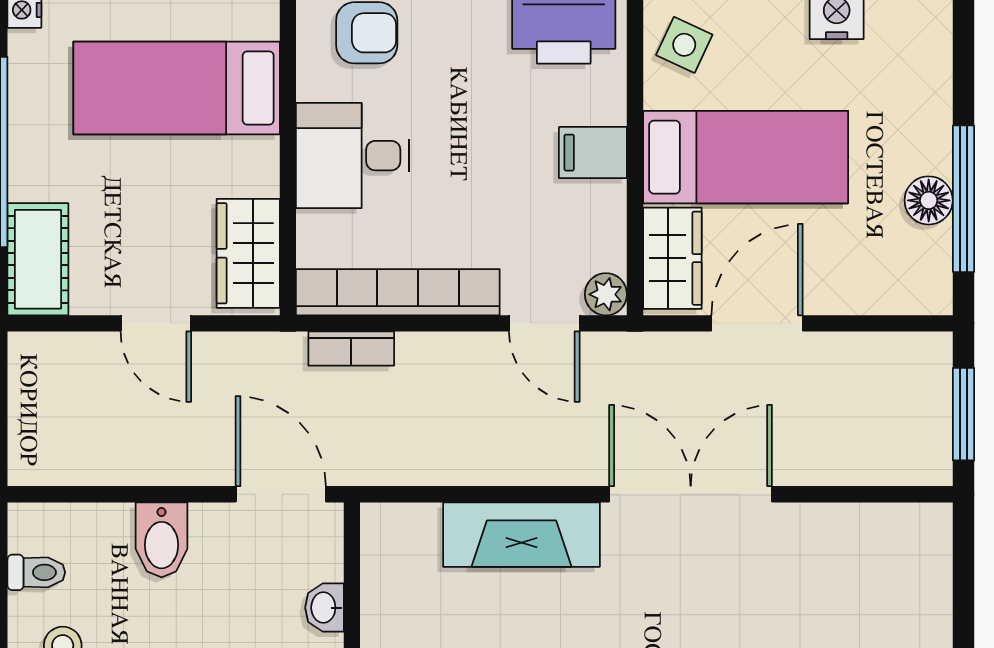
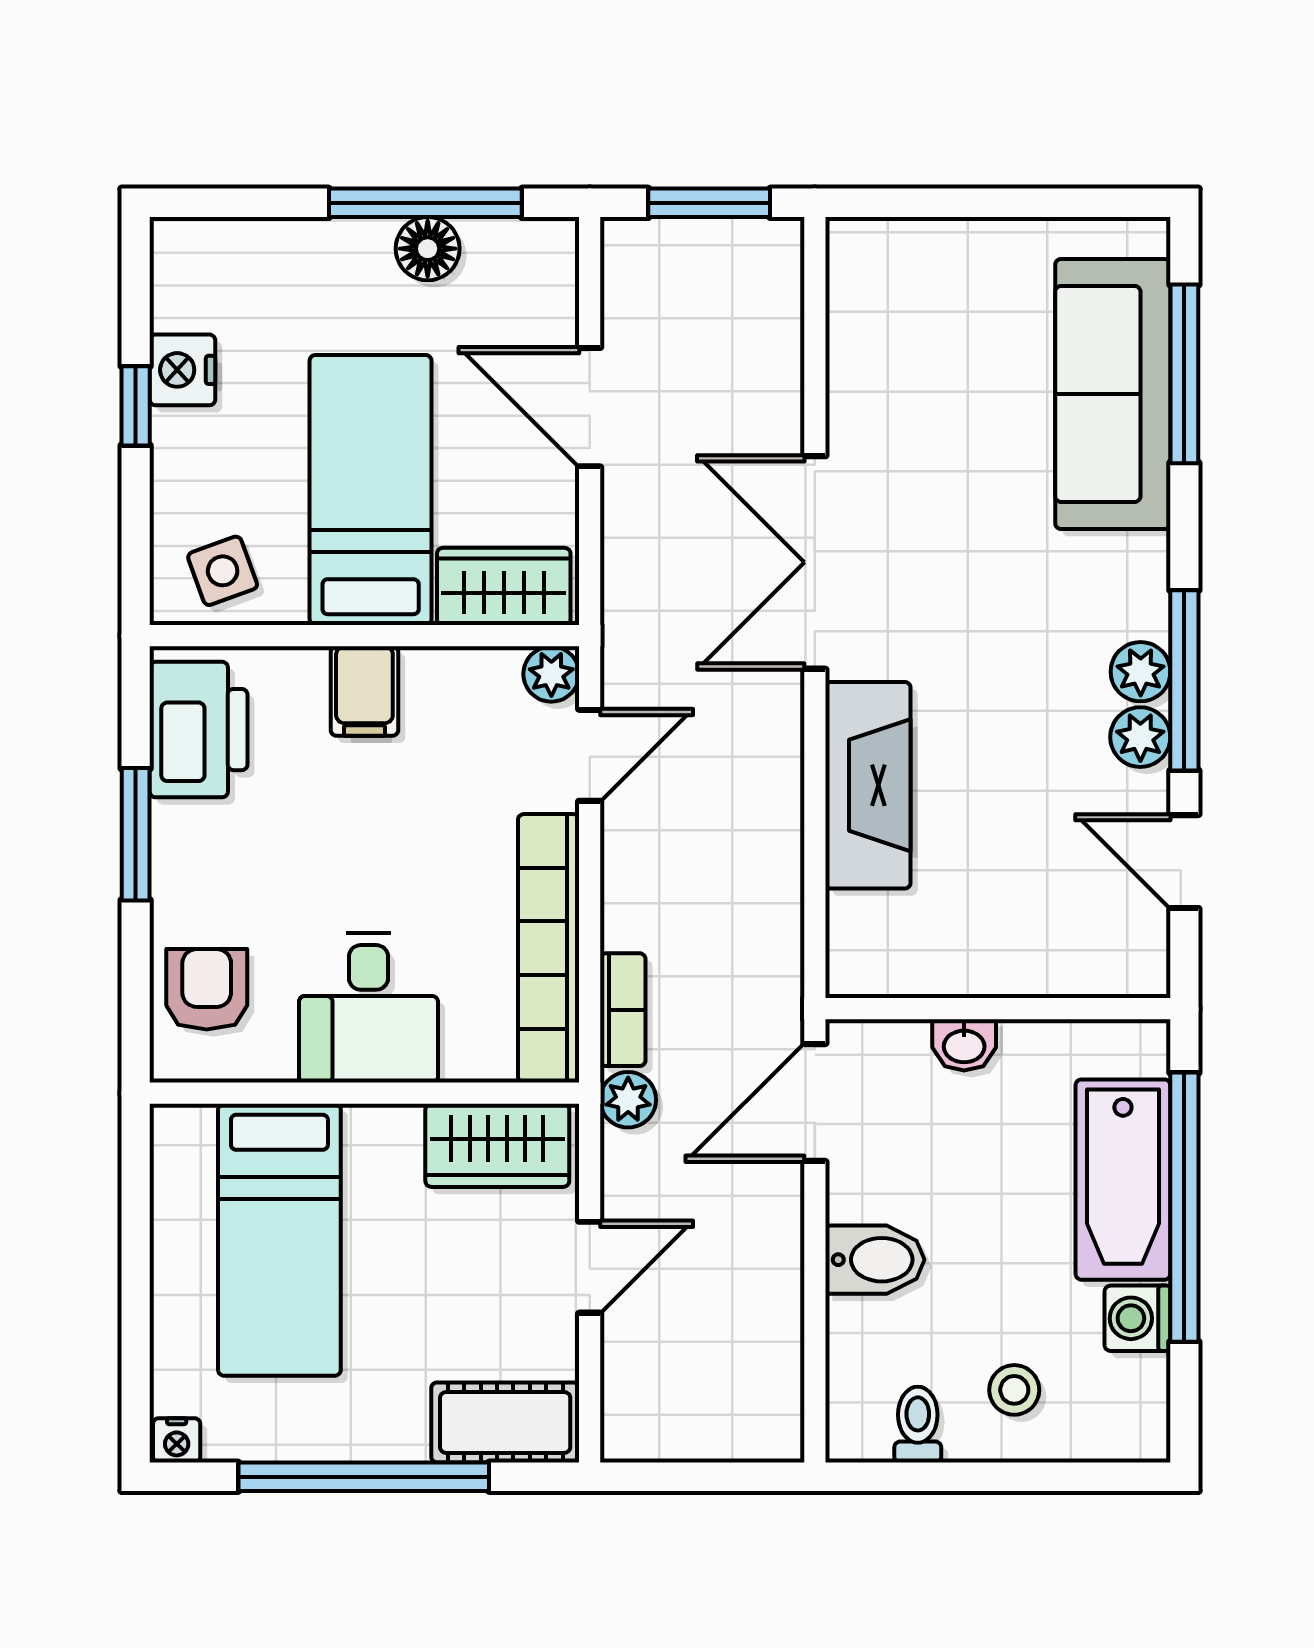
side table: (684, 45) -> (223, 571), turned 45
door: (757, 323) -> (590, 407), moved
plant: (283, 353) -> (628, 1100), added

